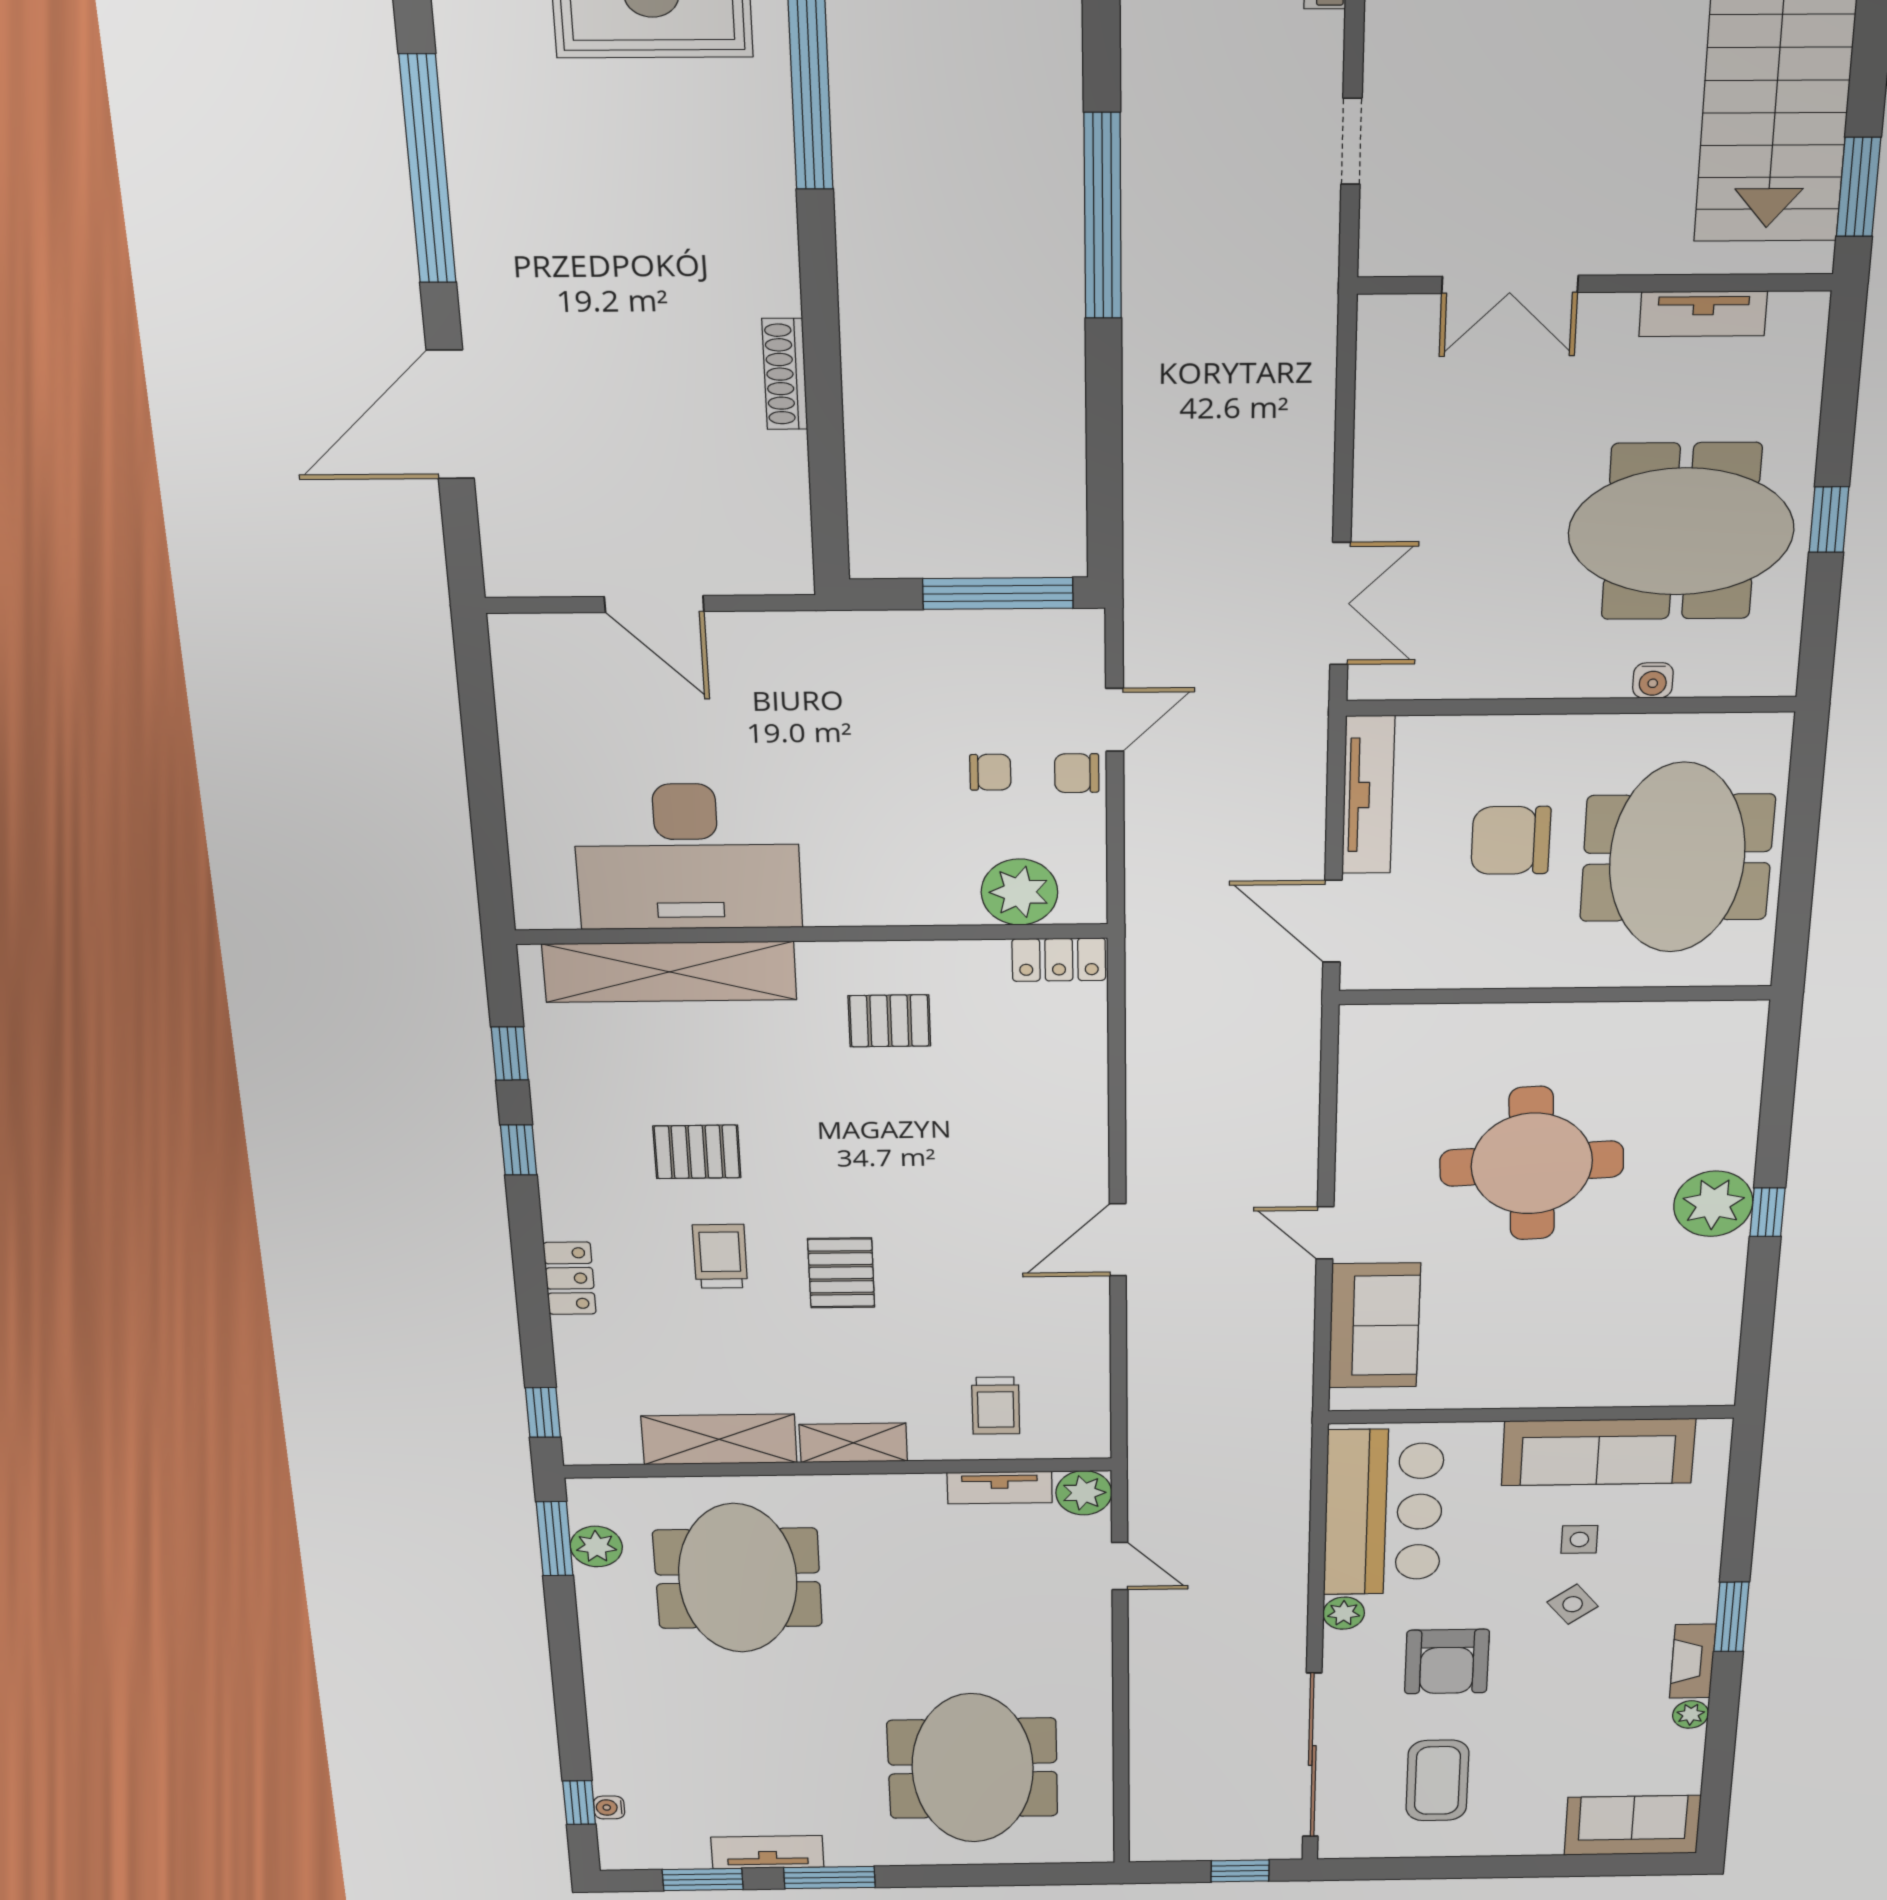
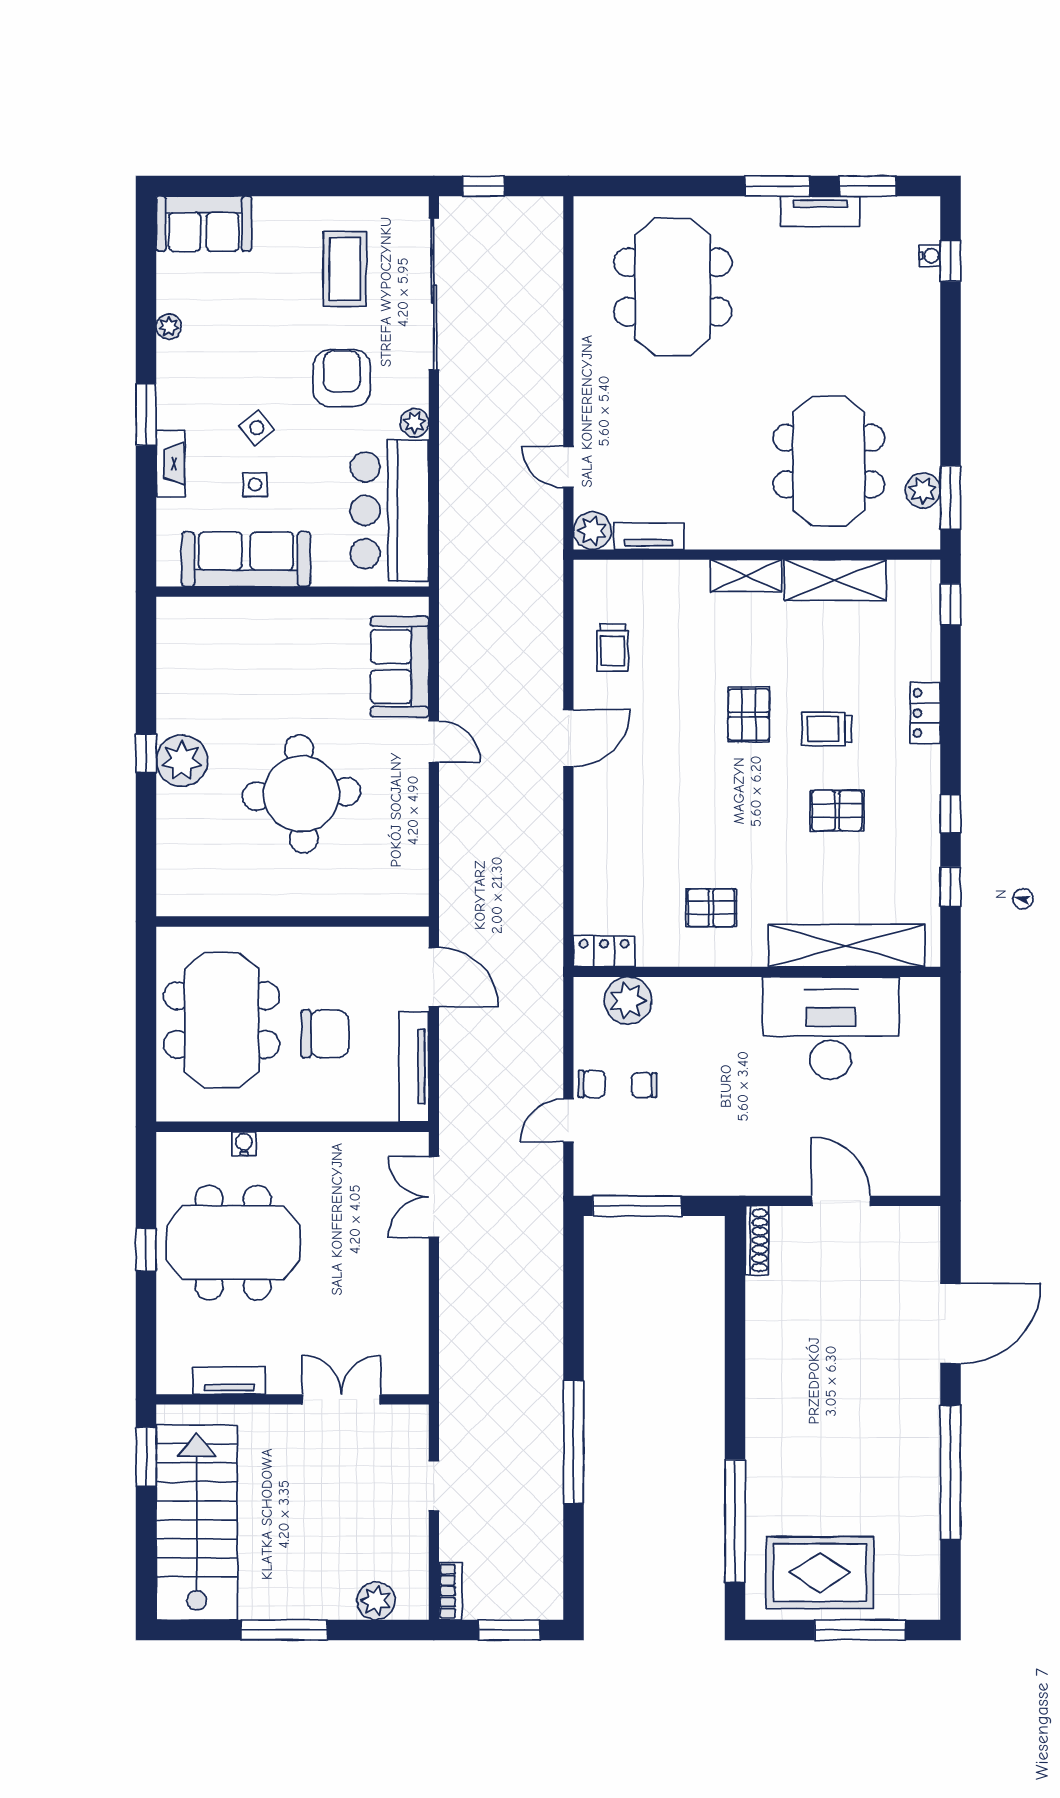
shoe rack: (785, 374) -> (757, 1240), moved
trolley: (720, 1256) -> (827, 729), turned 90
trolley: (996, 1406) -> (613, 648), moved, turned 180
fireplace: (1693, 1661) -> (170, 464), moved

